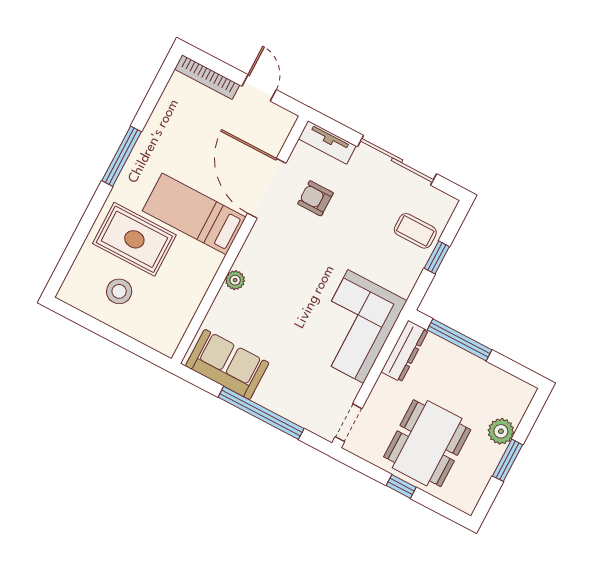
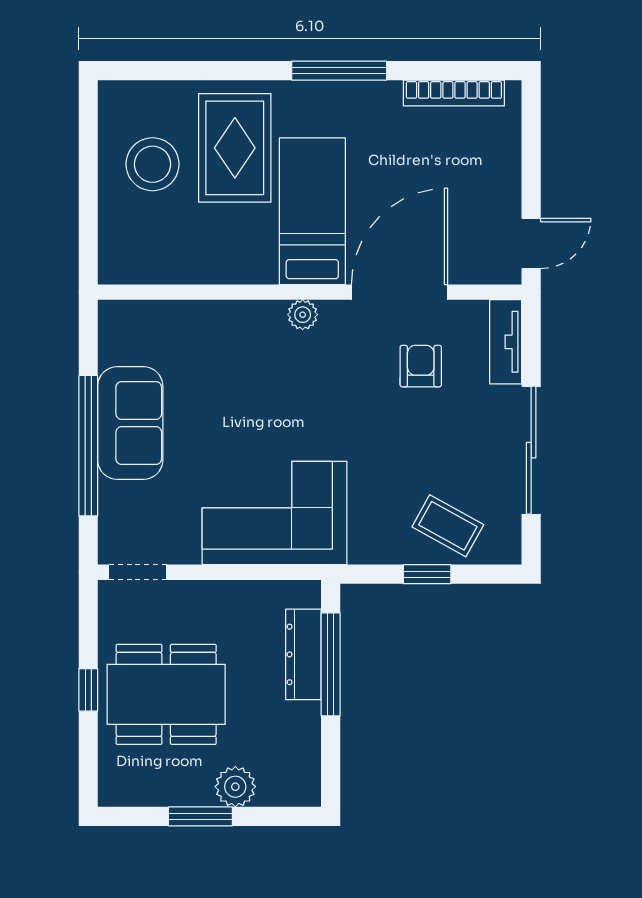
bookcase: (207, 77) -> (454, 93), moved, turned -90
door: (259, 88) -> (531, 243), moved
coffee table: (415, 231) -> (448, 526), turned -61
plant: (235, 280) -> (303, 315), moved
stool: (119, 291) -> (153, 164), width x1.38, depth x1.38
dresser: (405, 351) -> (303, 654), moved, turned 90
sofa: (227, 364) -> (130, 423), moved

